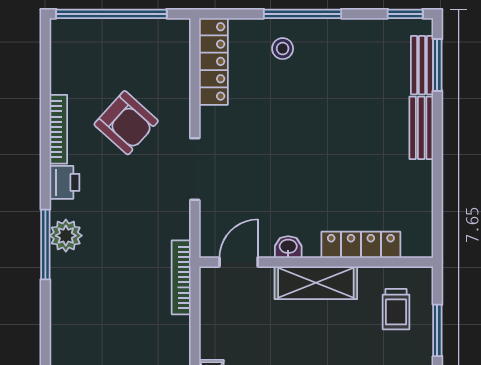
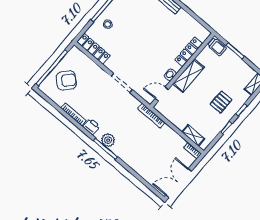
armchair: (126, 123) -> (66, 80), moved
door: (239, 262) -> (162, 94), hinge flipped
trolley: (396, 309) -> (217, 47), moved

